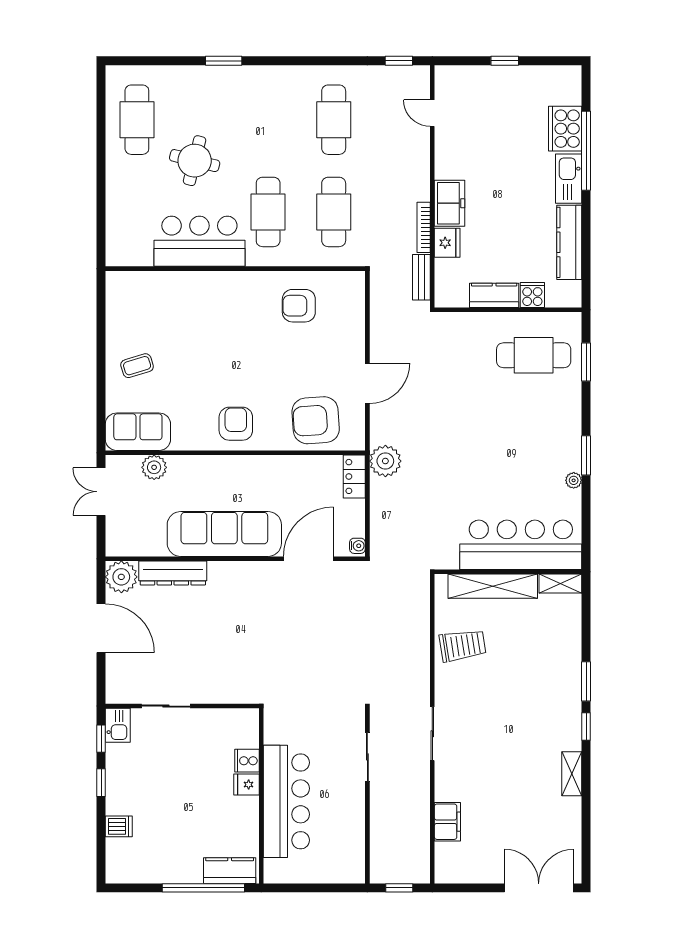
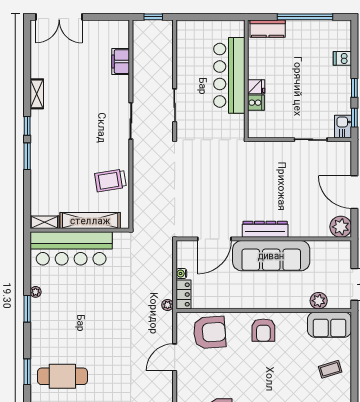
plant: (385, 461) -> (168, 305), width x0.53, depth x0.53
water cooler: (357, 546) -> (181, 273), moved
dresser: (173, 573) -> (265, 229), moved
window: (203, 888) -> (305, 17), moved

